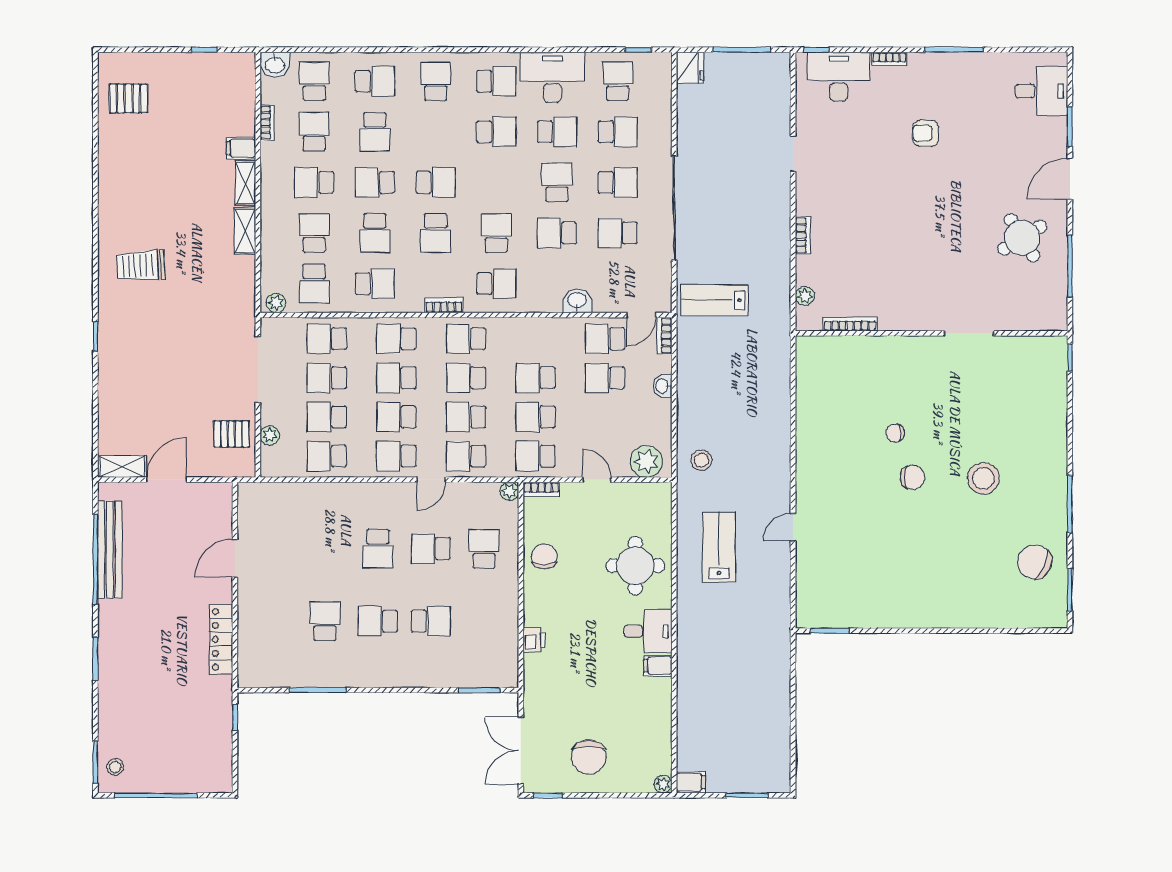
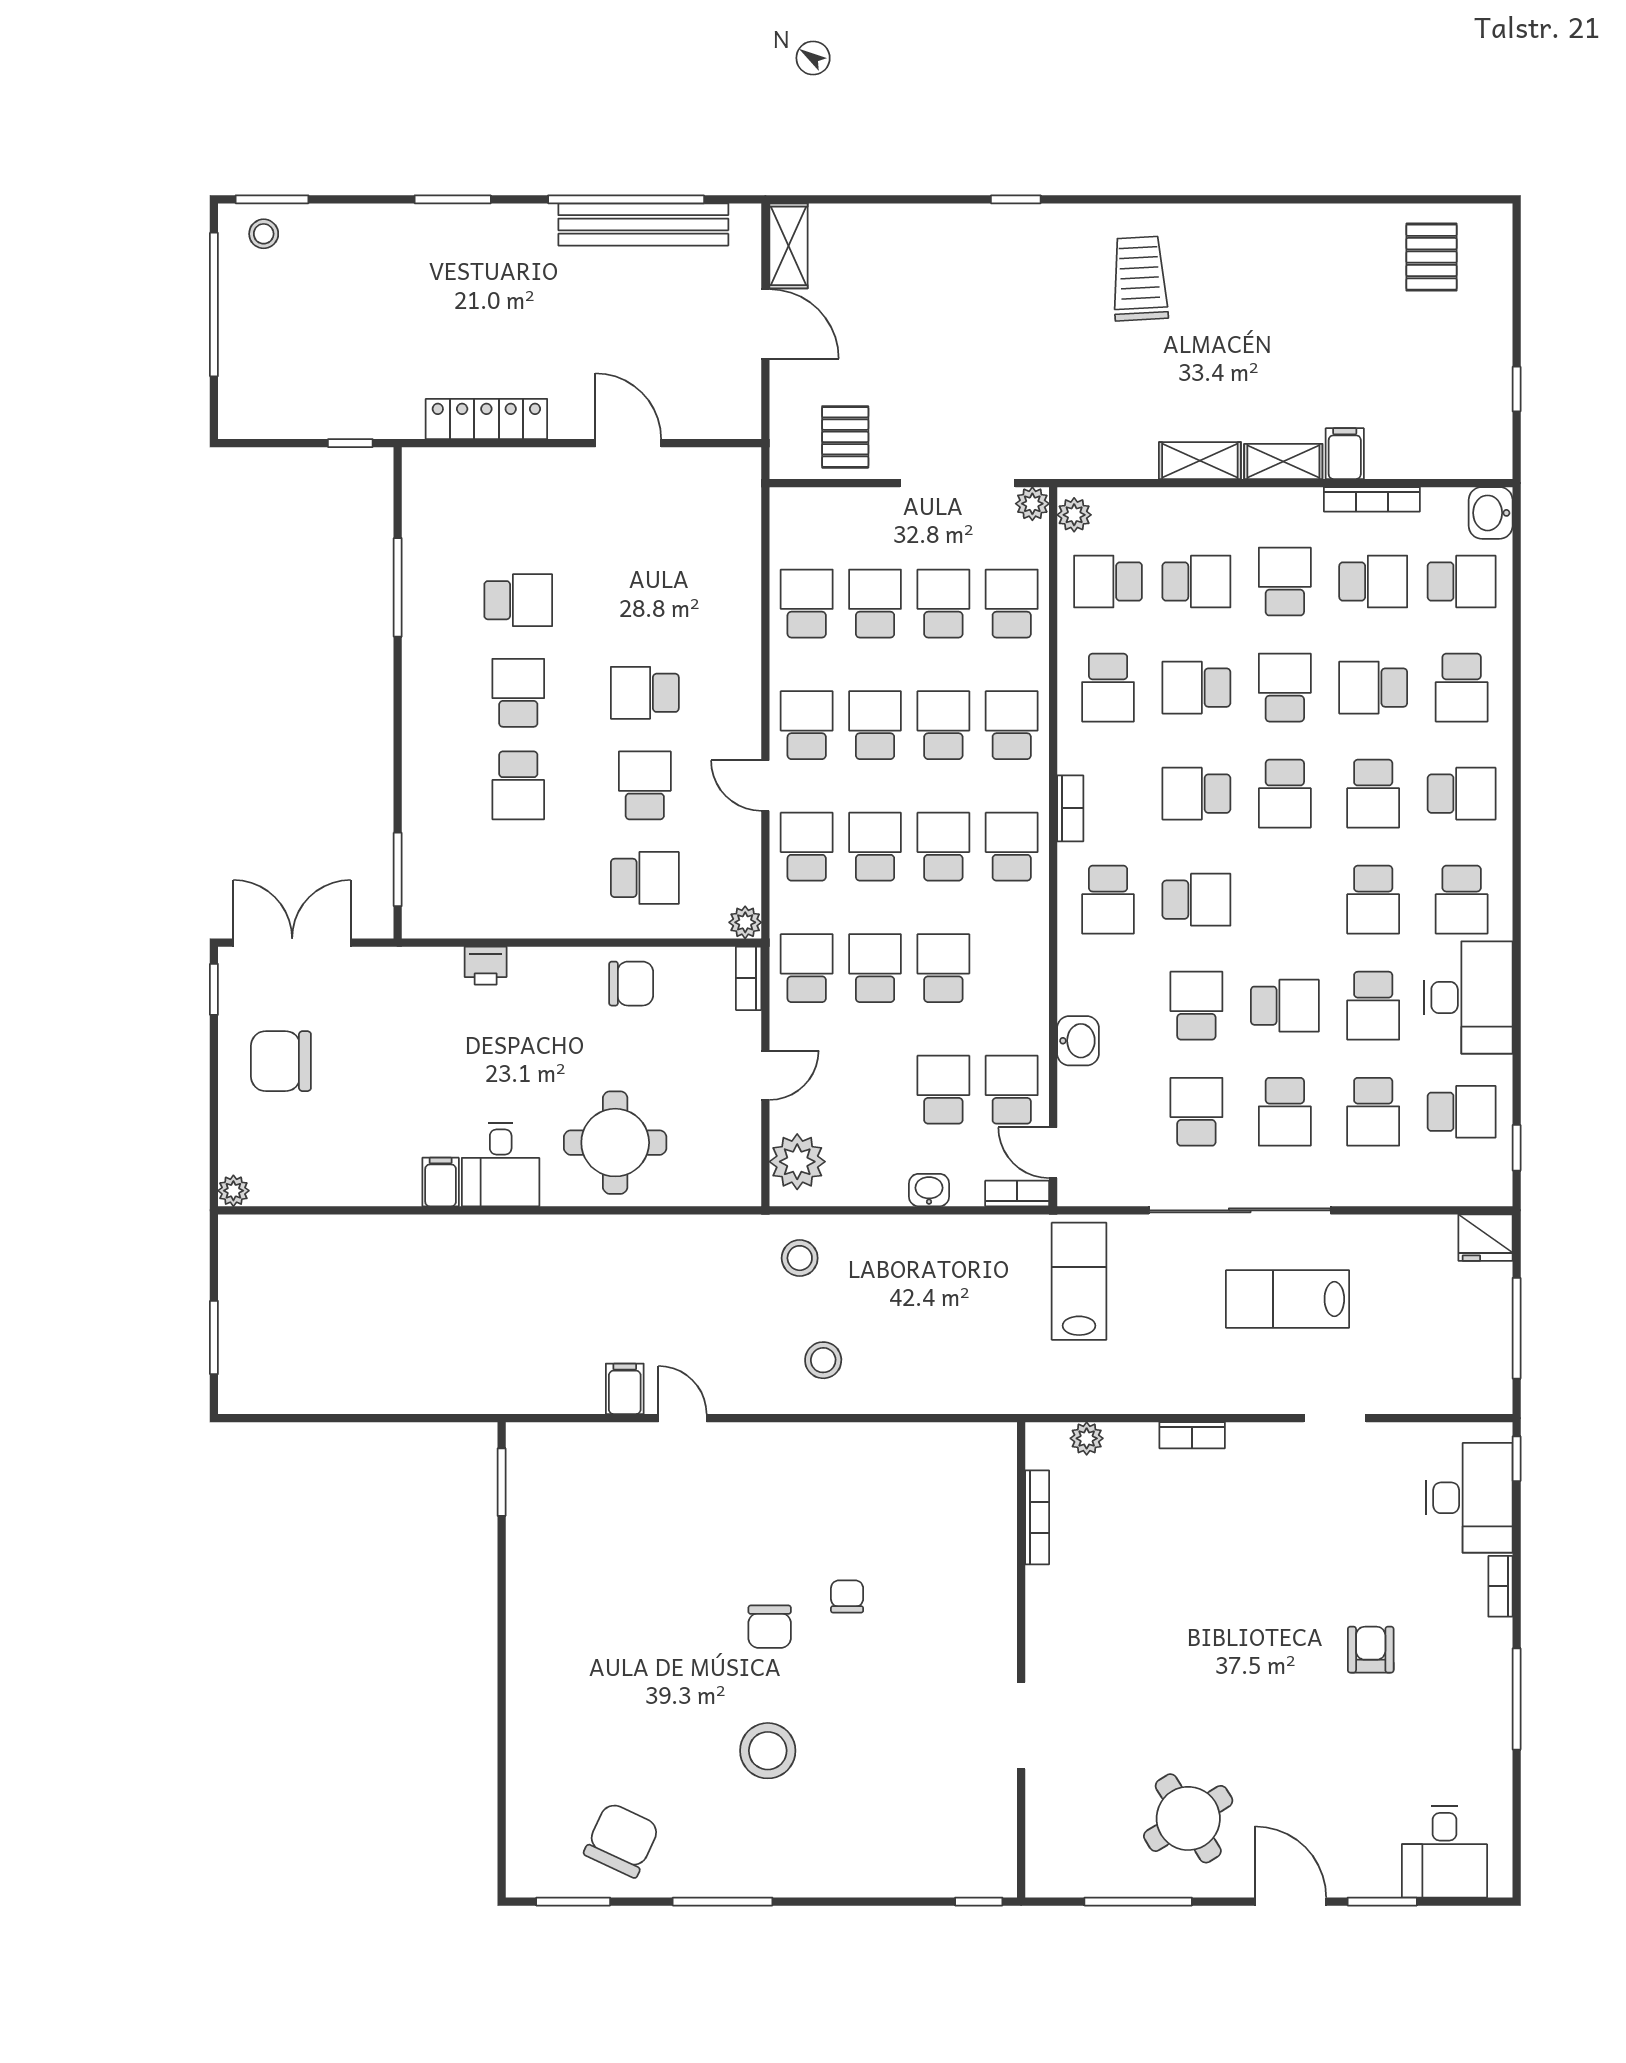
bookcase: (267, 123) -> (1372, 499), width x1.56
school desk: (436, 132) -> (1373, 794), added
plant: (270, 435) -> (1032, 504), moved
stool: (760, 447) -> (823, 1360), added
lab bench: (719, 547) -> (1288, 1299), moved, turned 180
filing cabinet: (691, 782) -> (625, 1389), moved, turned 180

